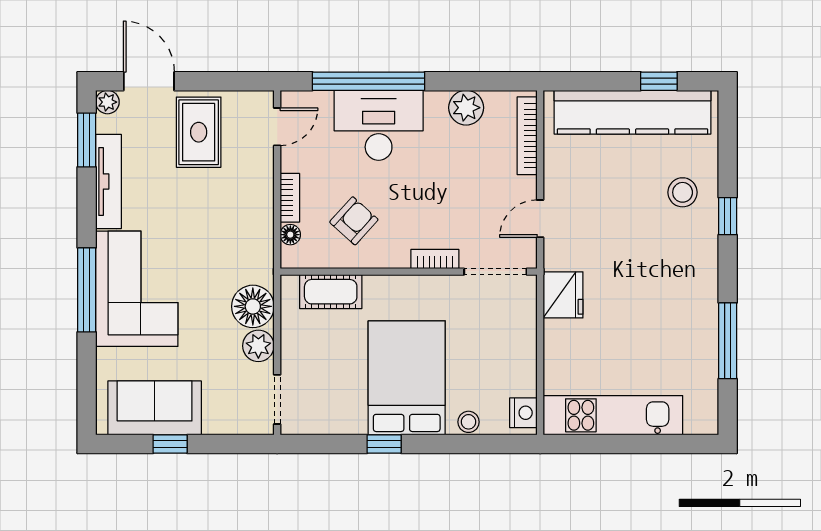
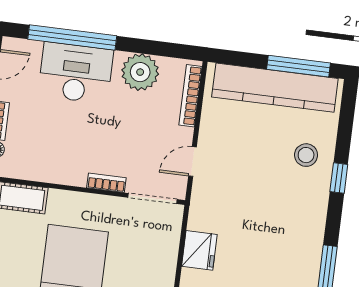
window: (659, 81) -> (299, 66), width x2.17
plant: (466, 108) -> (140, 72), width x1.36, depth x1.36
armchair: (354, 221) -> (47, 145), removed
fridge: (563, 295) -> (199, 250), moved

